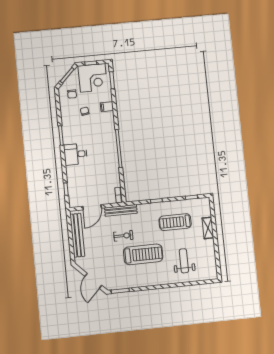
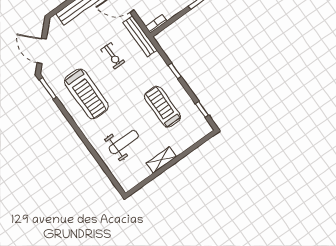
shelving: (208, 228) -> (161, 160), moved
treadmill: (143, 254) -> (86, 94), moved
door: (93, 281) -> (42, 51), hinge flipped

